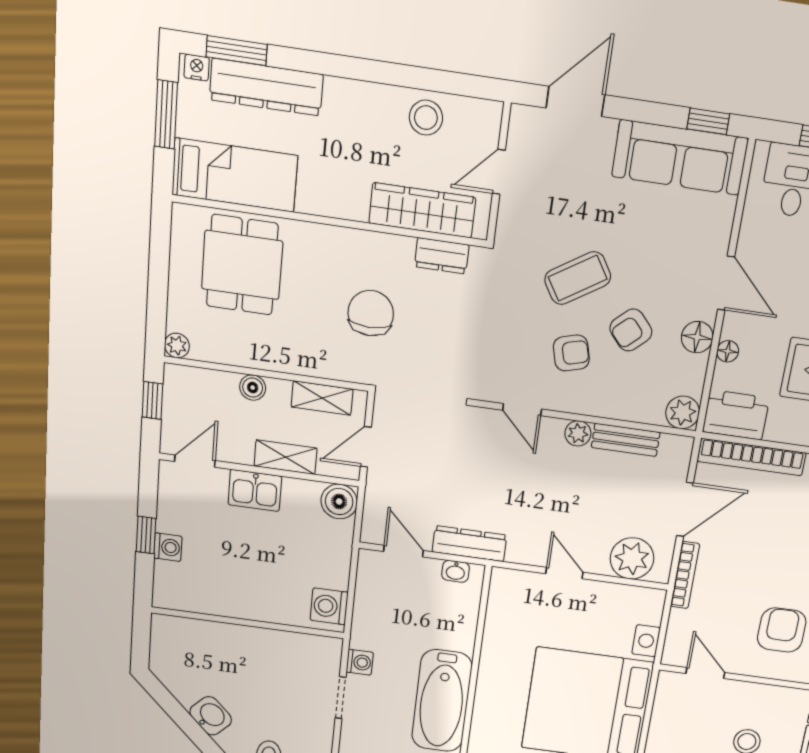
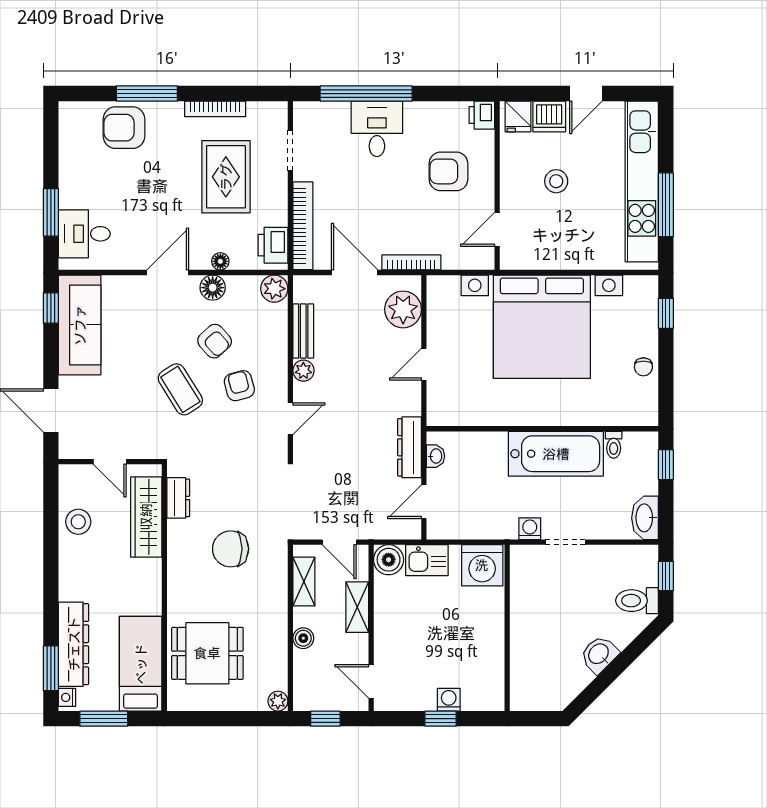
printer: (736, 415) -> (273, 245), width x0.73, depth x0.84
kitchen sink: (255, 490) -> (427, 560), moved, turned 90
washing machine: (329, 606) -> (482, 565), width x1.37, depth x1.37

